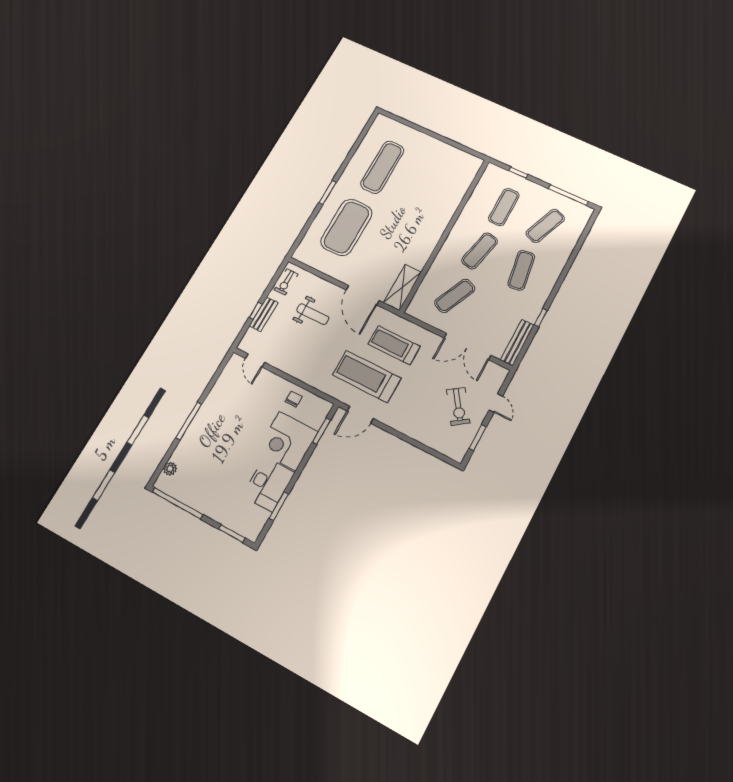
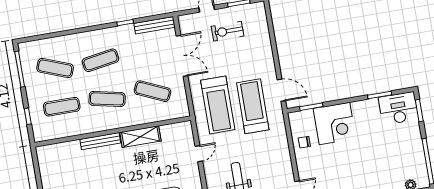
bench: (445, 218) -> (100, 141), added
shelving: (402, 287) -> (140, 137), moved
door: (363, 295) -> (199, 154), width x0.53
treadmill: (394, 345) -> (218, 105), width x1.37, depth x1.38
treadmill: (367, 376) -> (253, 106), turned 180
exercise bike: (458, 406) -> (227, 31), turned -145
desk: (269, 484) -> (398, 108), moved

